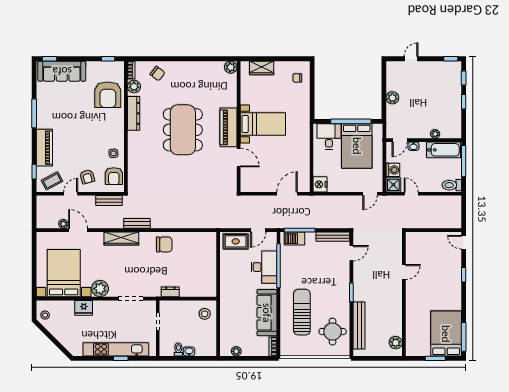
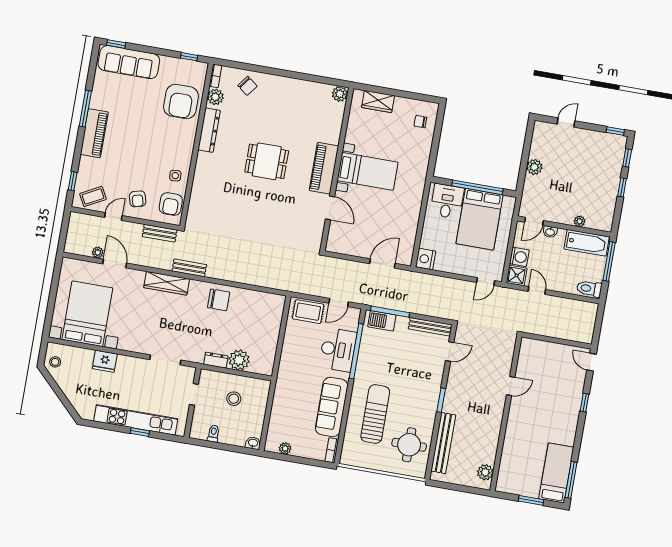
dining table: (183, 130) -> (267, 161), width x0.53, depth x0.80
piano: (44, 148) -> (94, 133), moved
plant: (100, 289) -> (239, 360), moved
stool: (205, 314) -> (234, 399), moved
bed: (446, 334) -> (556, 473), width x0.67
washbasin: (189, 352) -> (253, 443), moved

